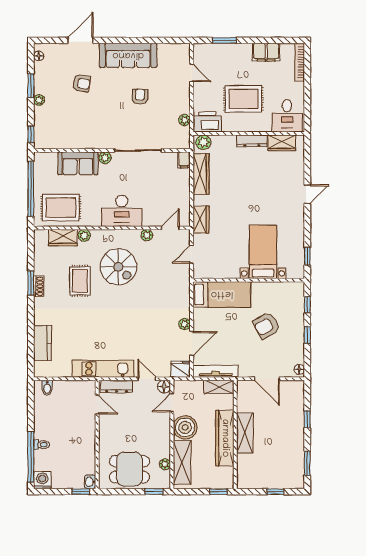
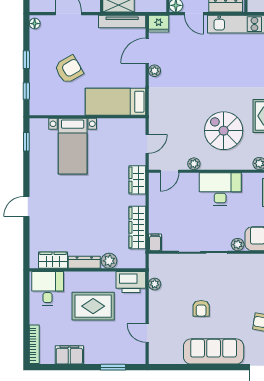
plant: (203, 142) -> (109, 261), moved

